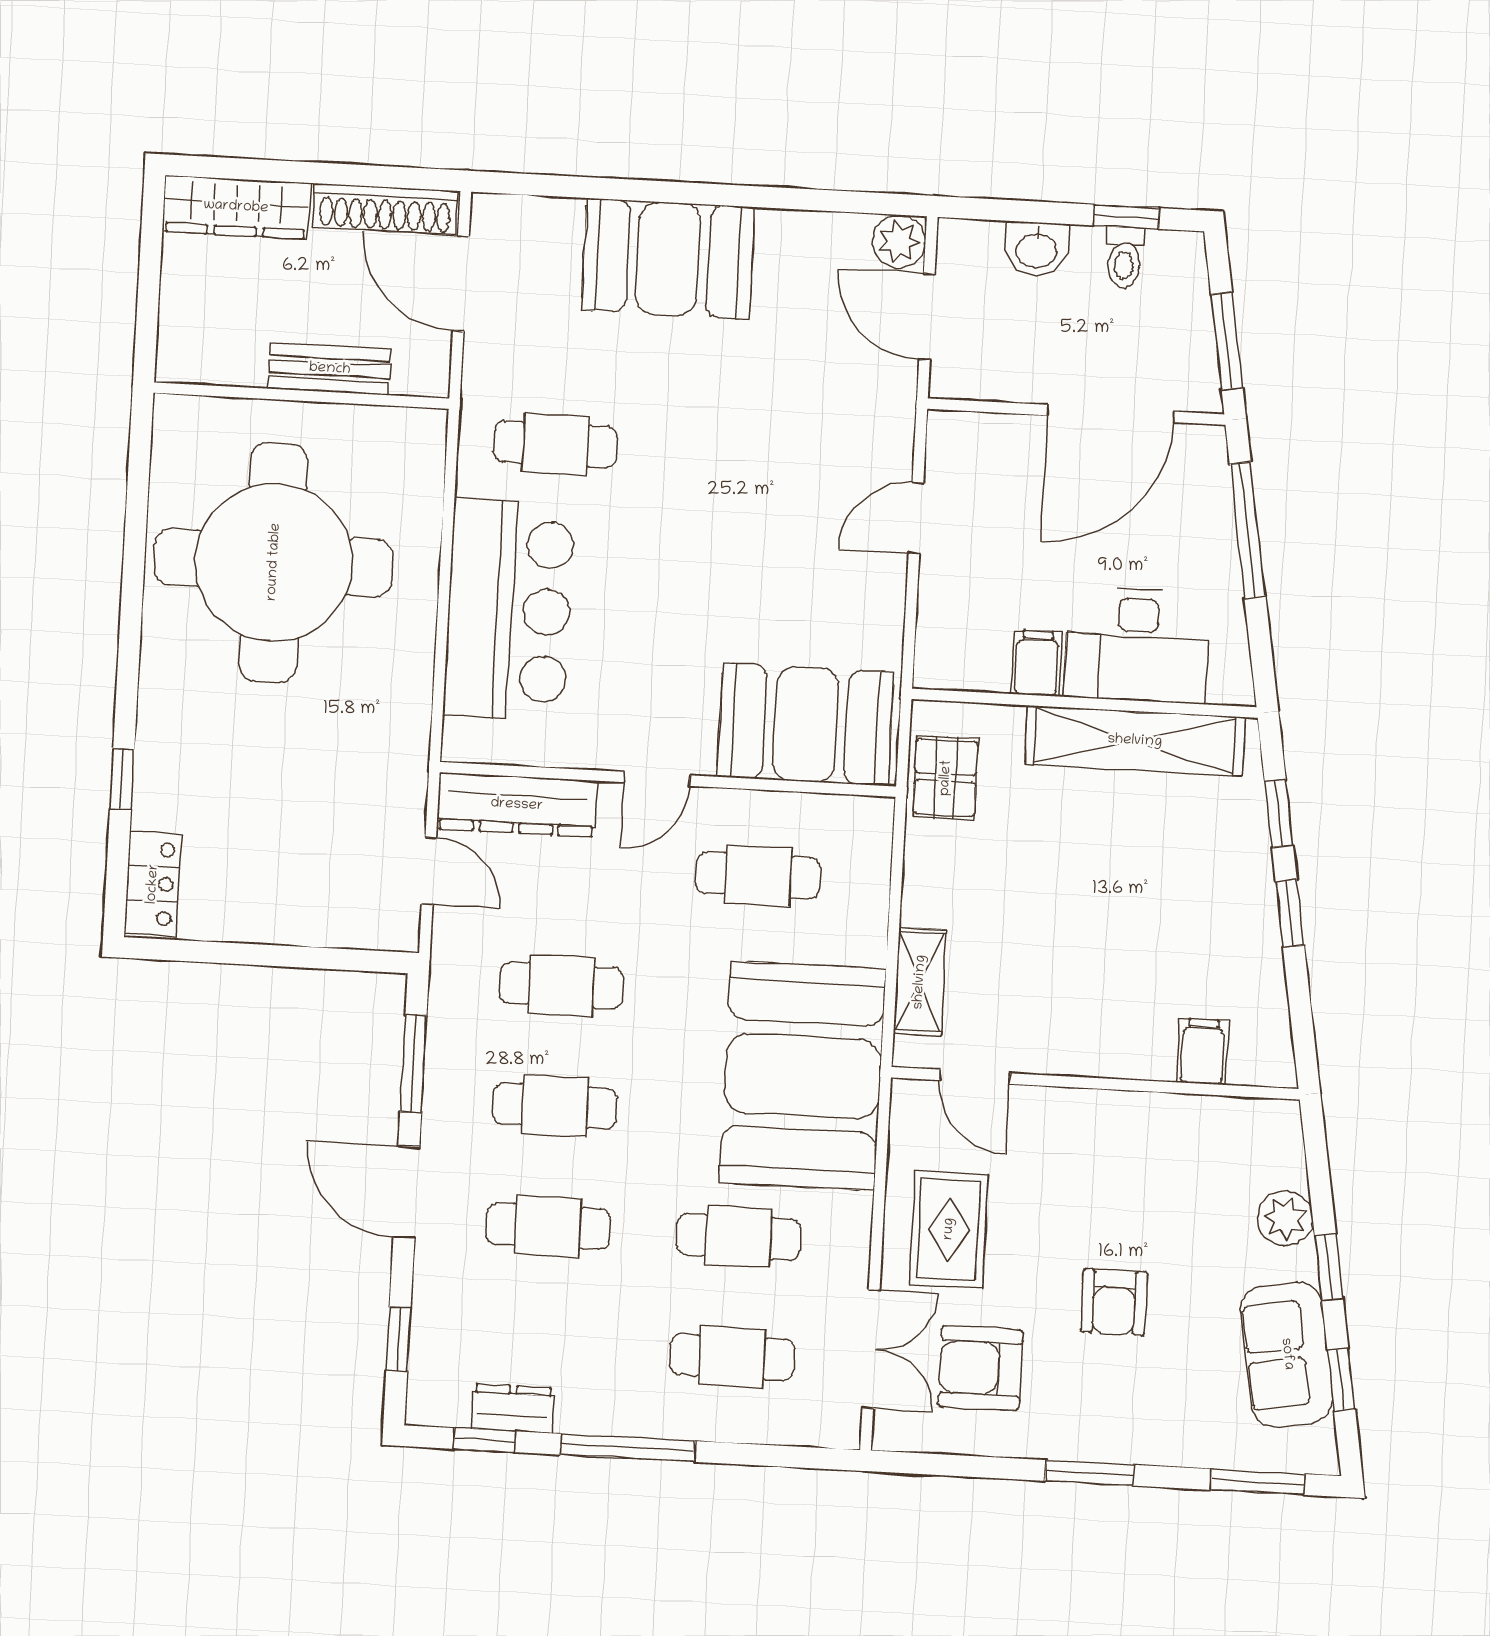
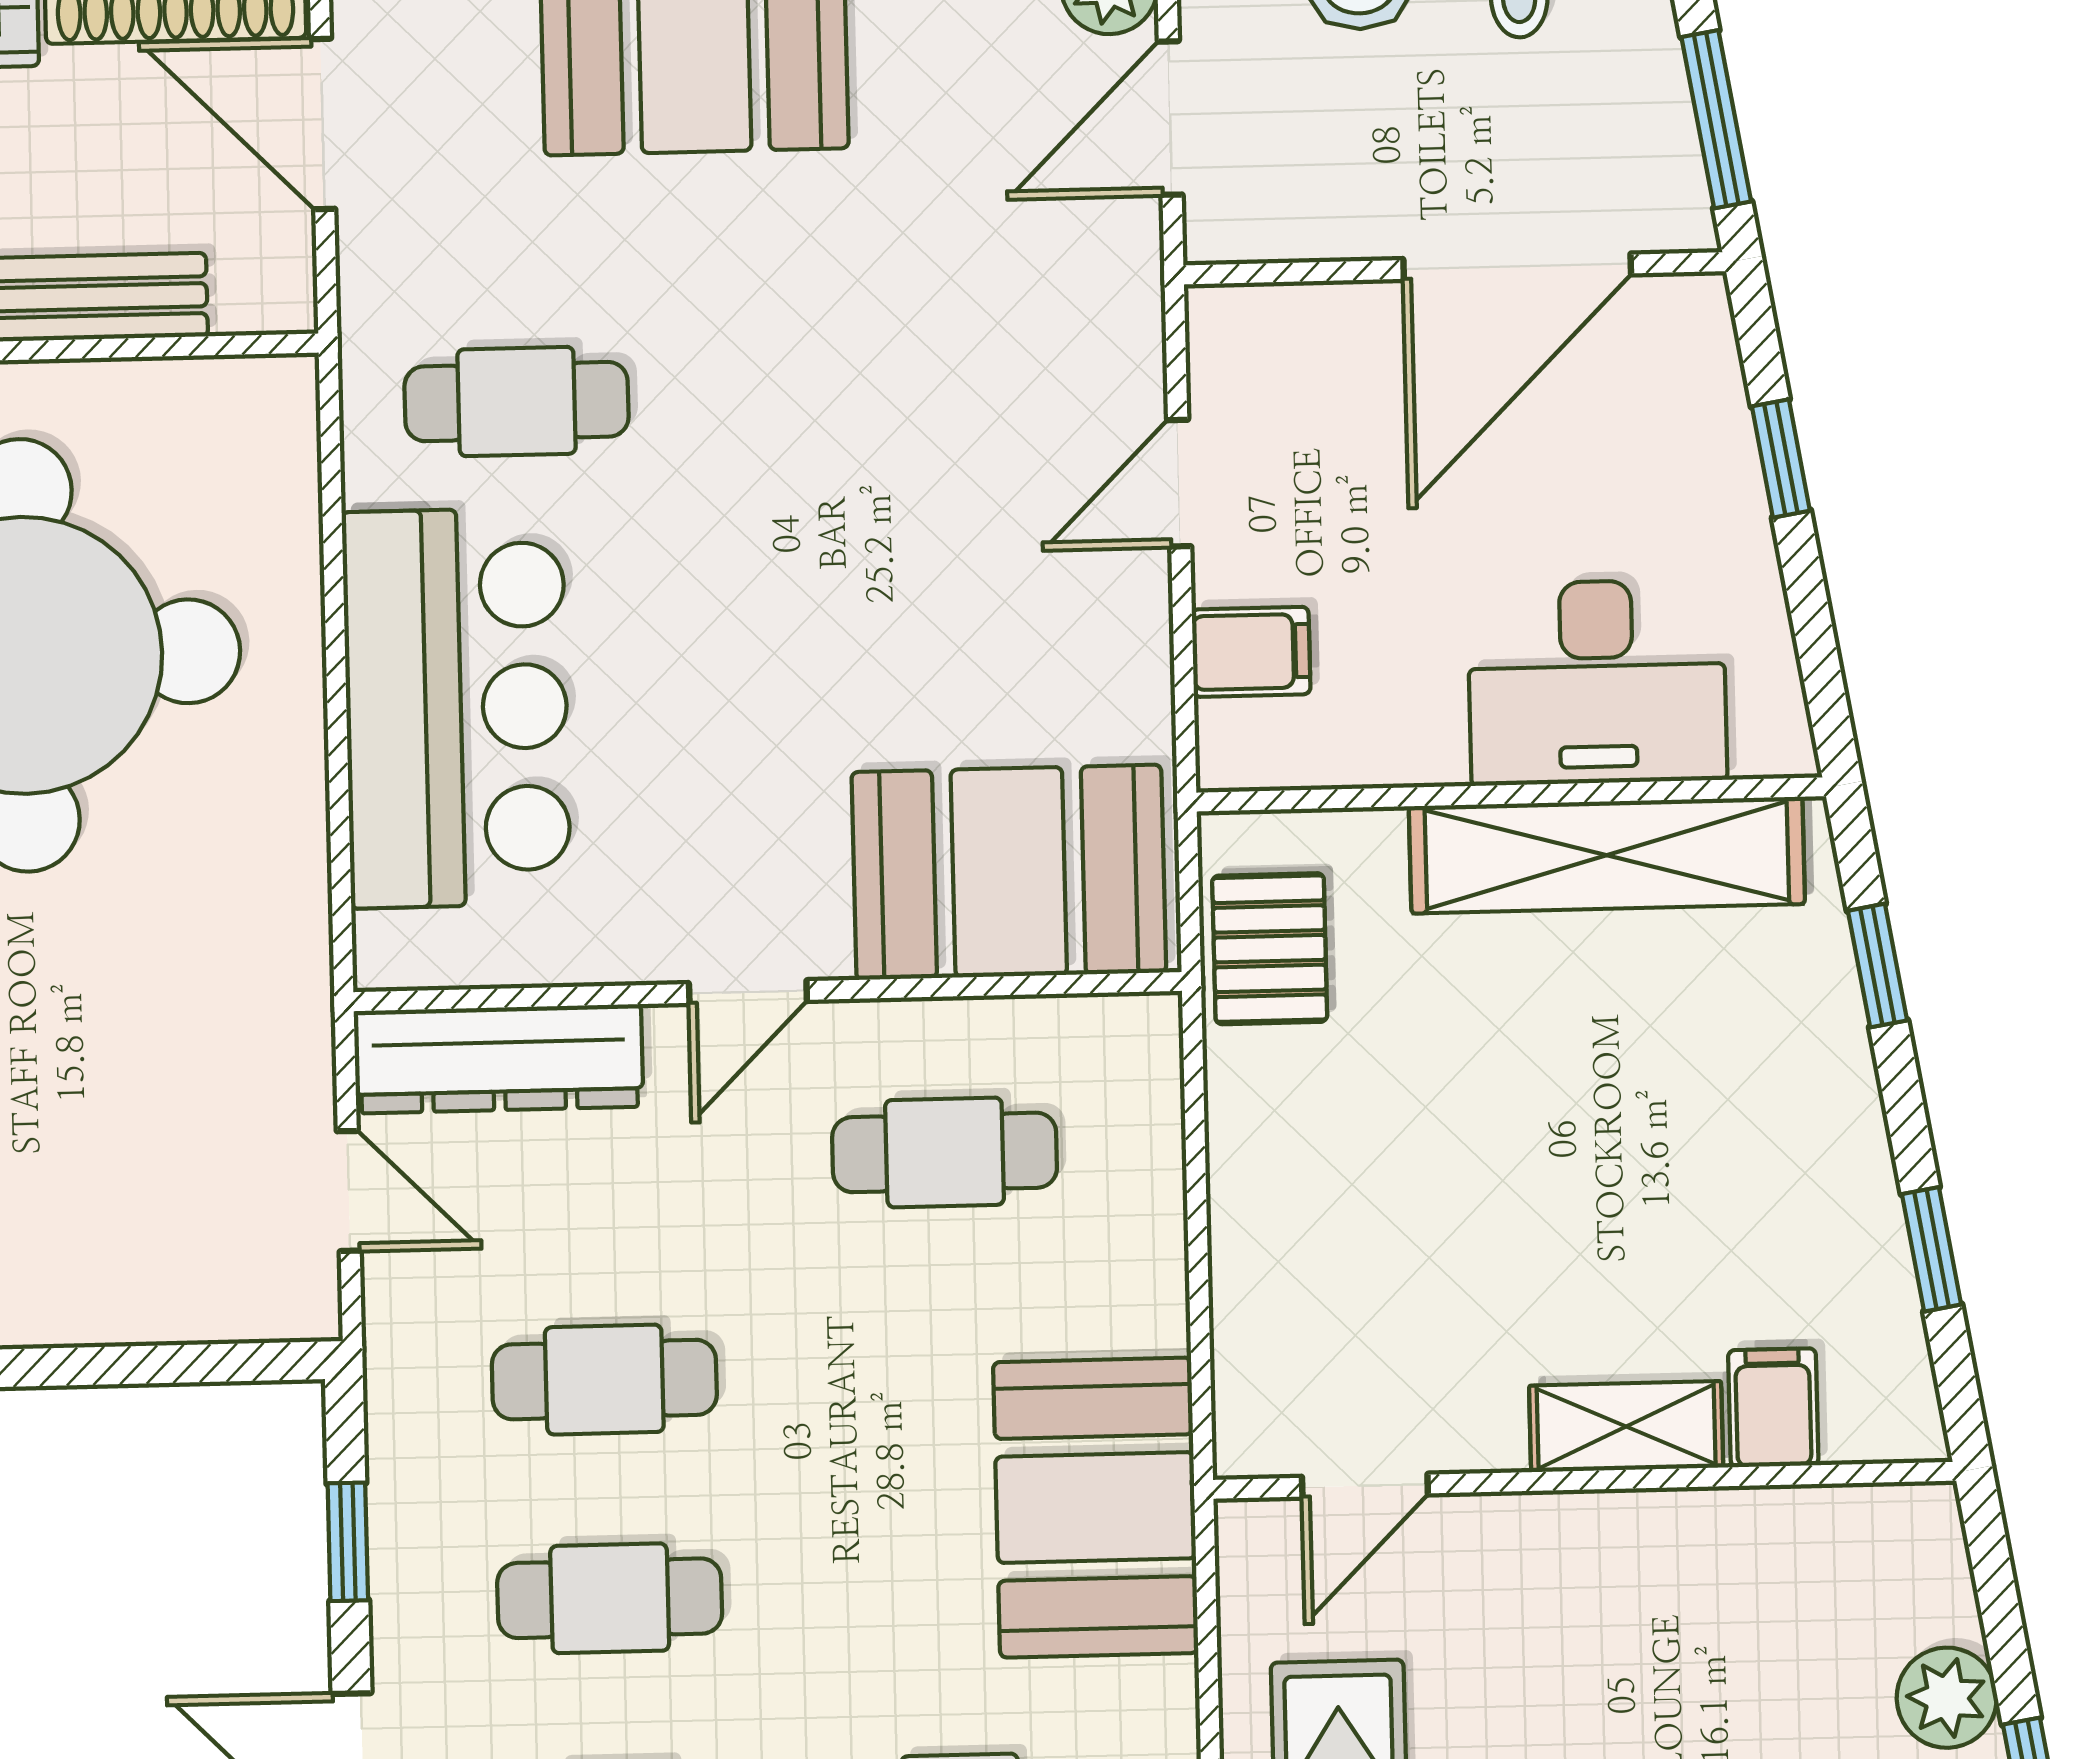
door: (927, 317) -> (1170, 118), hinge flipped
window: (1248, 530) -> (1781, 458), width x0.46
filing cabinet: (1037, 663) -> (1251, 652), moved, turned 90
window: (1290, 913) -> (1932, 1249), moved
shelving: (920, 982) -> (1626, 1427), moved, turned 90
window: (413, 1064) -> (348, 1542), width x0.67
booth: (803, 1076) -> (1096, 1508), width x0.73, depth x0.70
door: (975, 1077) -> (1365, 1486), hinge flipped

